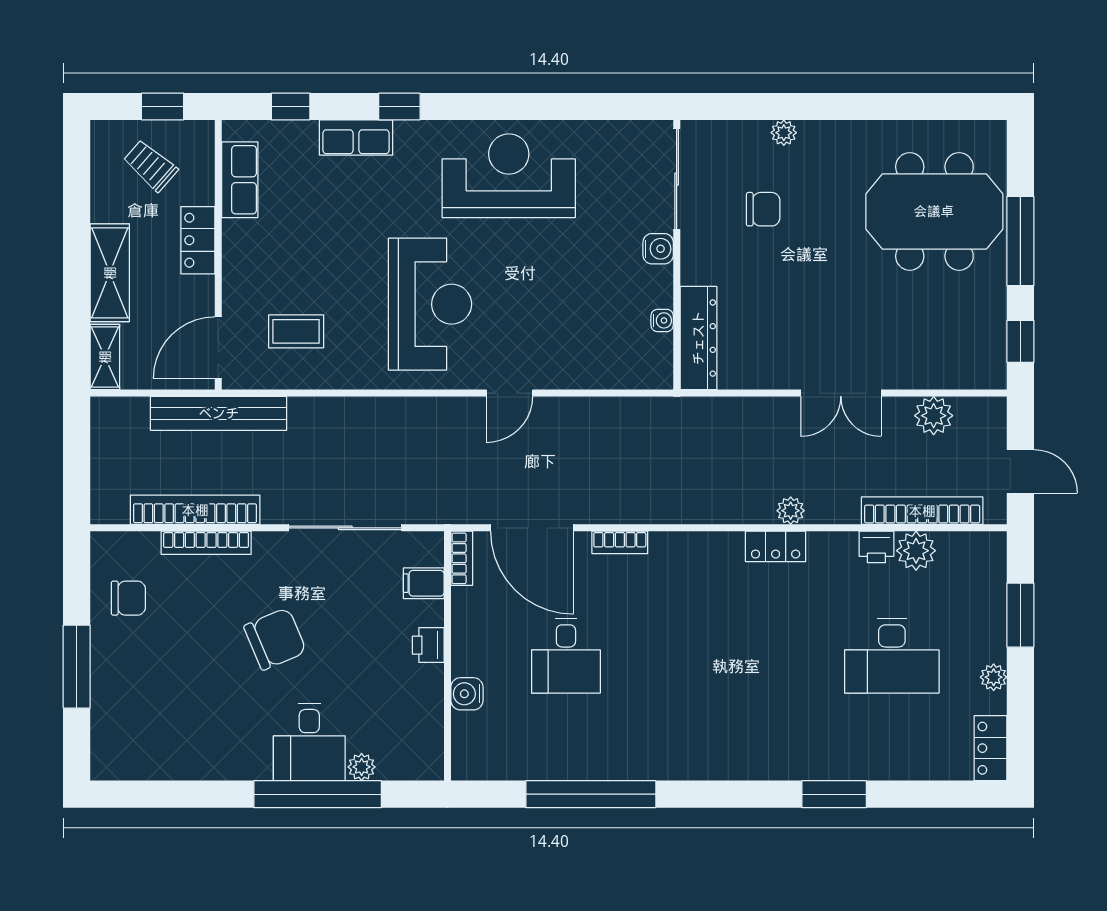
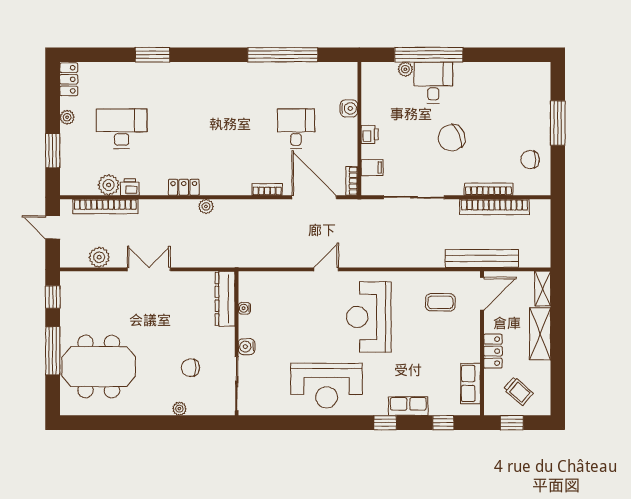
plant: (791, 511) -> (206, 206), moved

